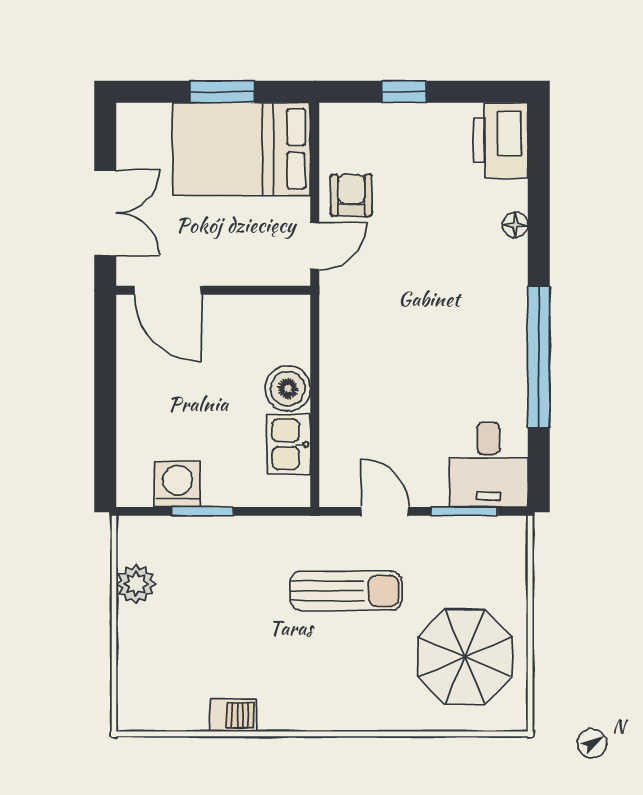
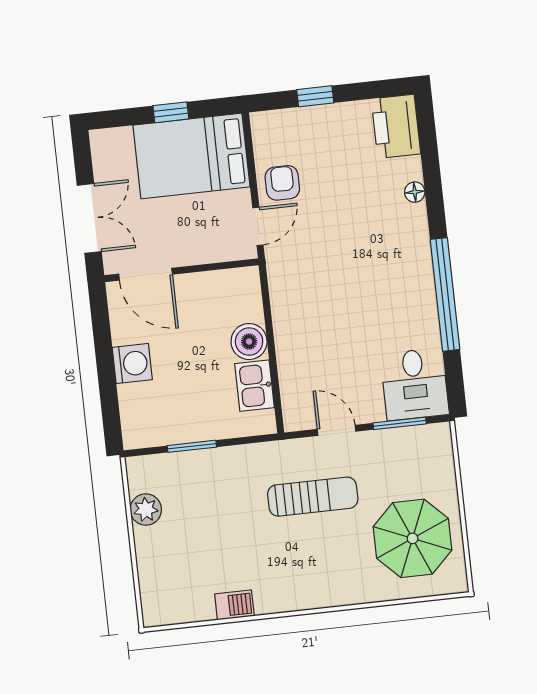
window: (222, 92) -> (171, 112), width x0.67
washing machine: (177, 484) -> (132, 363), moved, turned 90

